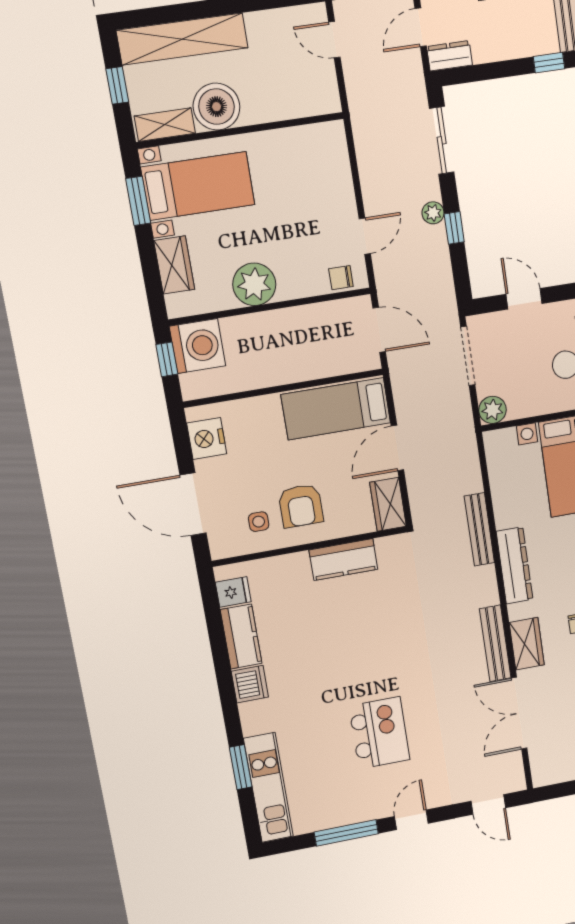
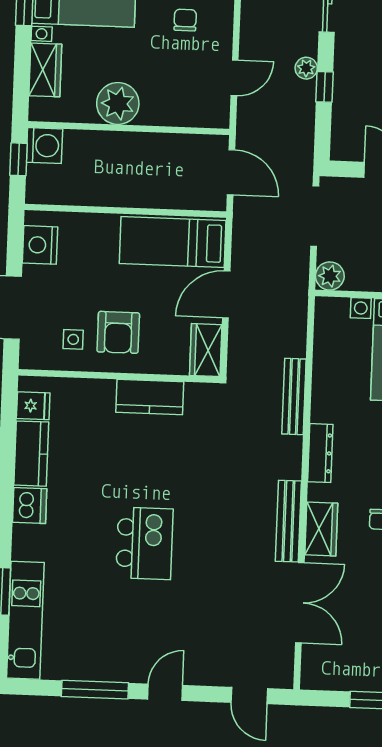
chair: (341, 278) -> (185, 20), moved, turned 90
washing machine: (198, 346) -> (44, 146), width x0.73, depth x0.73
dresser: (515, 565) -> (320, 453), width x0.73, depth x0.80
double door: (519, 713) -> (300, 603), swing flipped
kitchen island: (379, 733) -> (144, 543), moved

